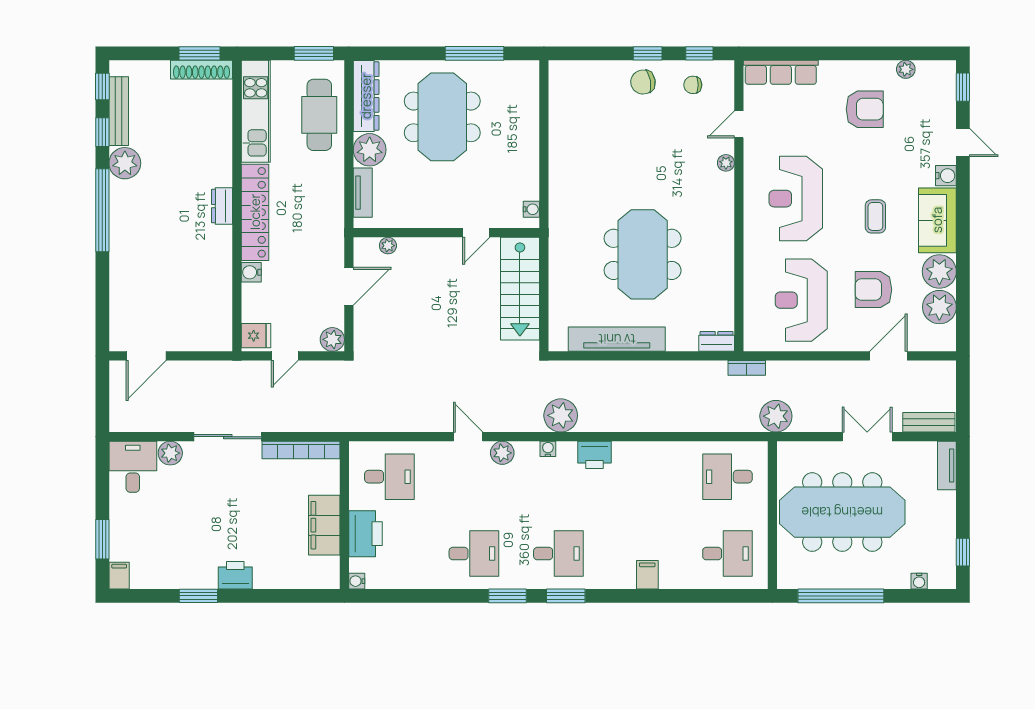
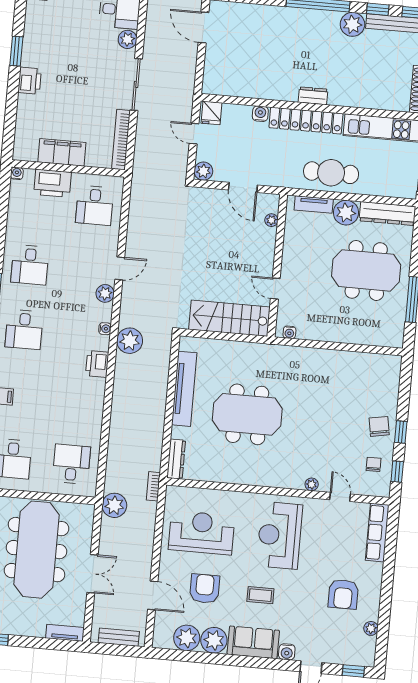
cafe table: (319, 115) -> (331, 173), moved
reception desk: (796, 199) -> (280, 535), turned -90
dresser: (717, 341) -> (176, 459), width x1.44
bench: (929, 422) -> (119, 637), moved, turned 90

